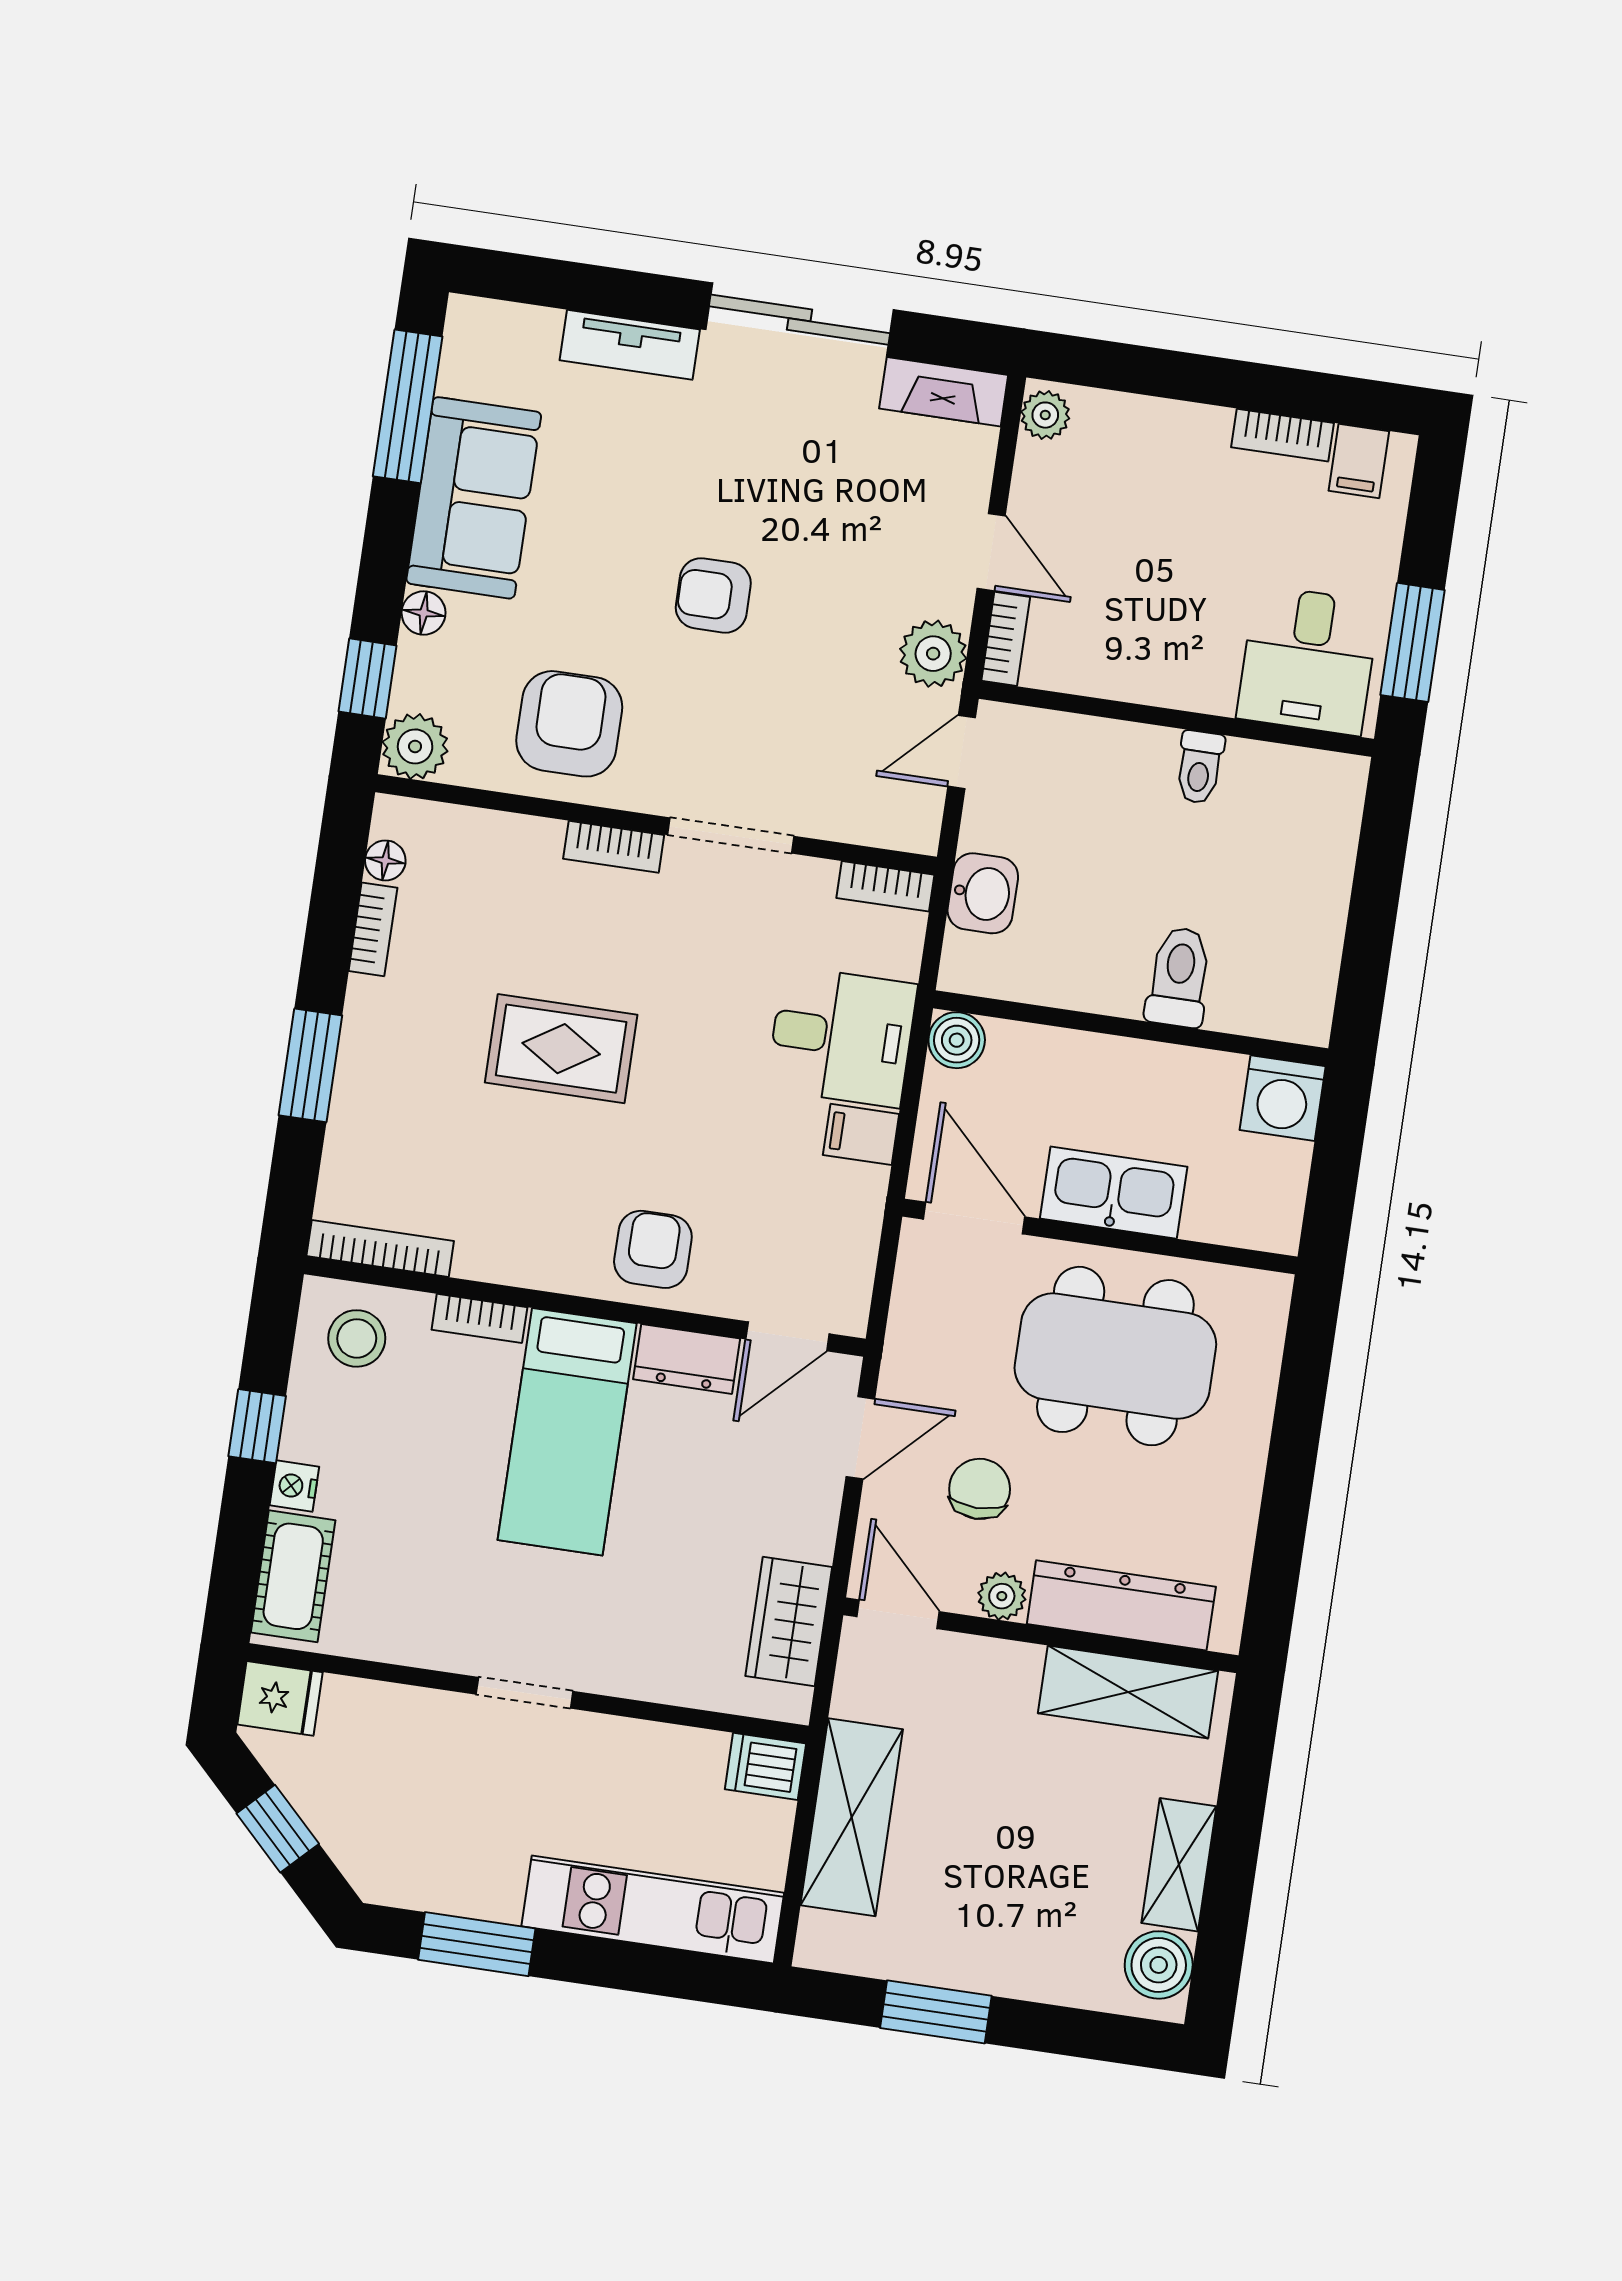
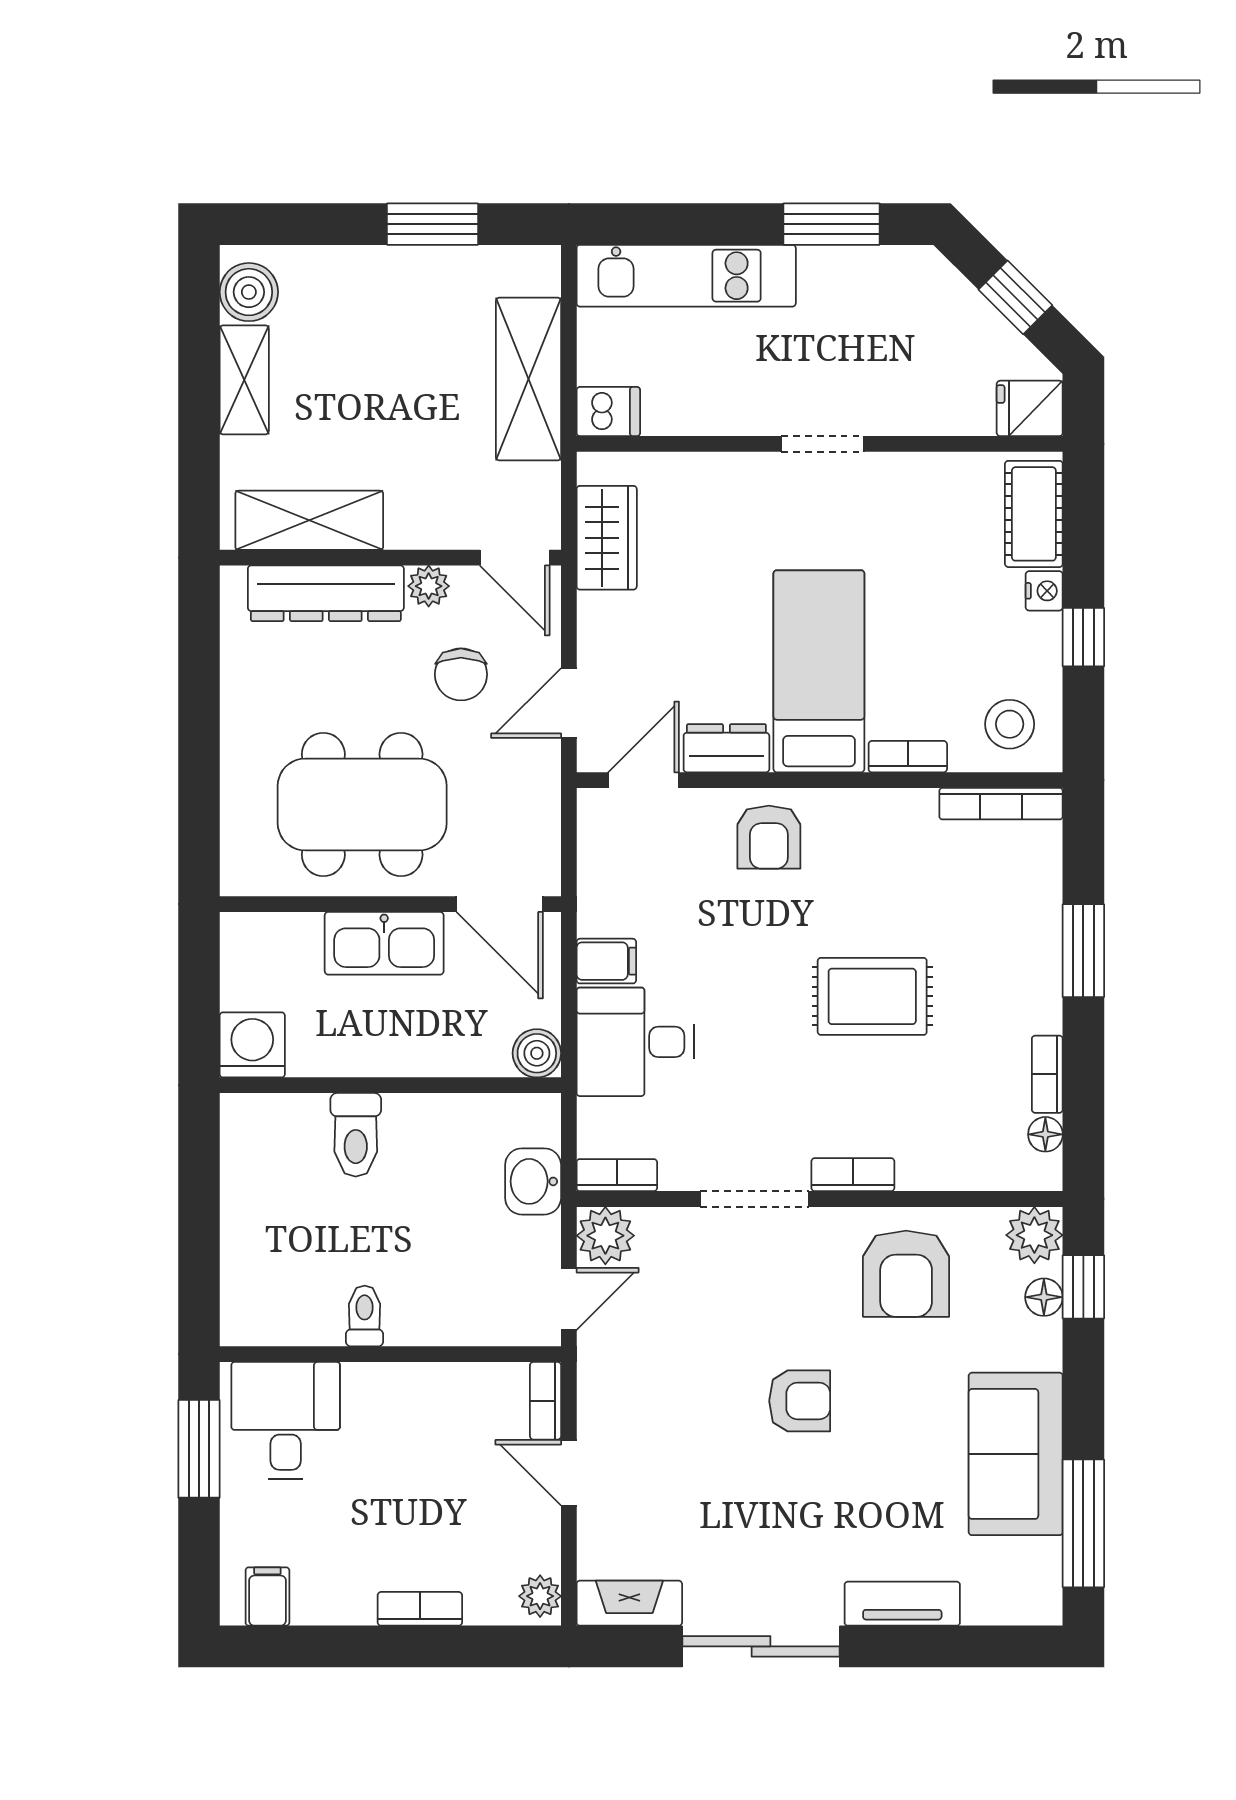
bookcase: (1282, 435) -> (420, 1609), moved
floor lamp: (424, 613) -> (1044, 1297), moved
plant: (933, 654) -> (605, 1236), moved

